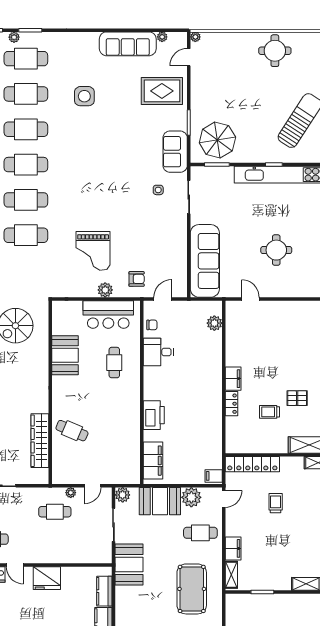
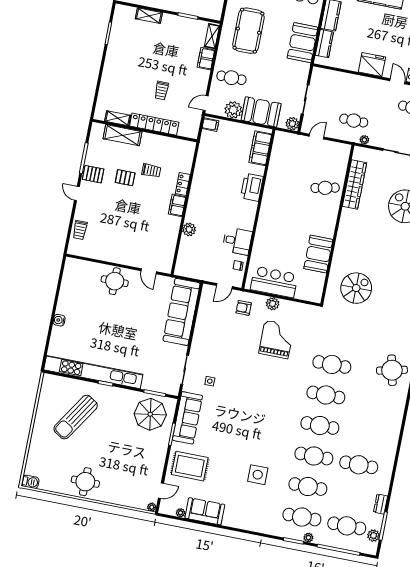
sofa: (128, 44) -> (205, 511), width x0.73
sofa: (175, 152) -> (187, 418), width x1.36
round table: (276, 250) -> (115, 281), moved
plant: (214, 323) -> (189, 229), moved
cafe table: (114, 363) -> (277, 239), removed
cafe table: (72, 431) -> (325, 188), turned -35
locker: (252, 464) -> (154, 124), moved
plant: (71, 493) -> (364, 140), moved
booth: (129, 565) -> (302, 43), moved

